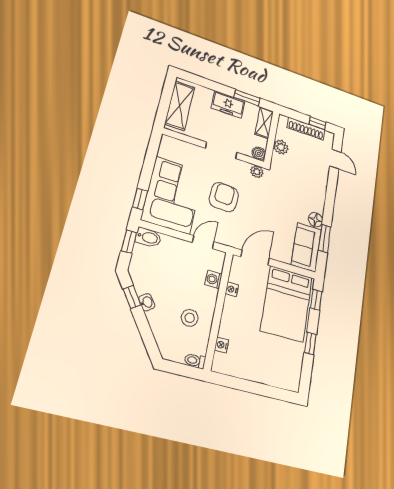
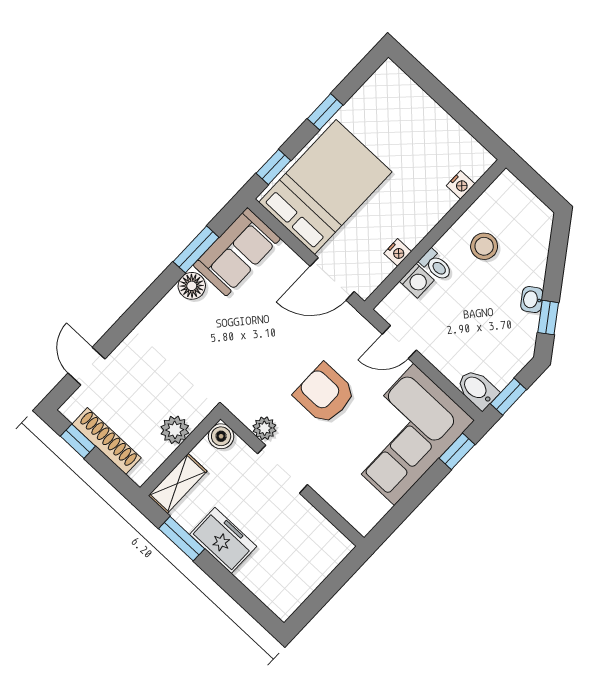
shelving: (180, 106) -> (308, 572), removed
plant: (257, 172) -> (264, 428), moved
armchair: (224, 197) -> (325, 394), turned 86
toilet: (195, 361) -> (436, 265), moved

